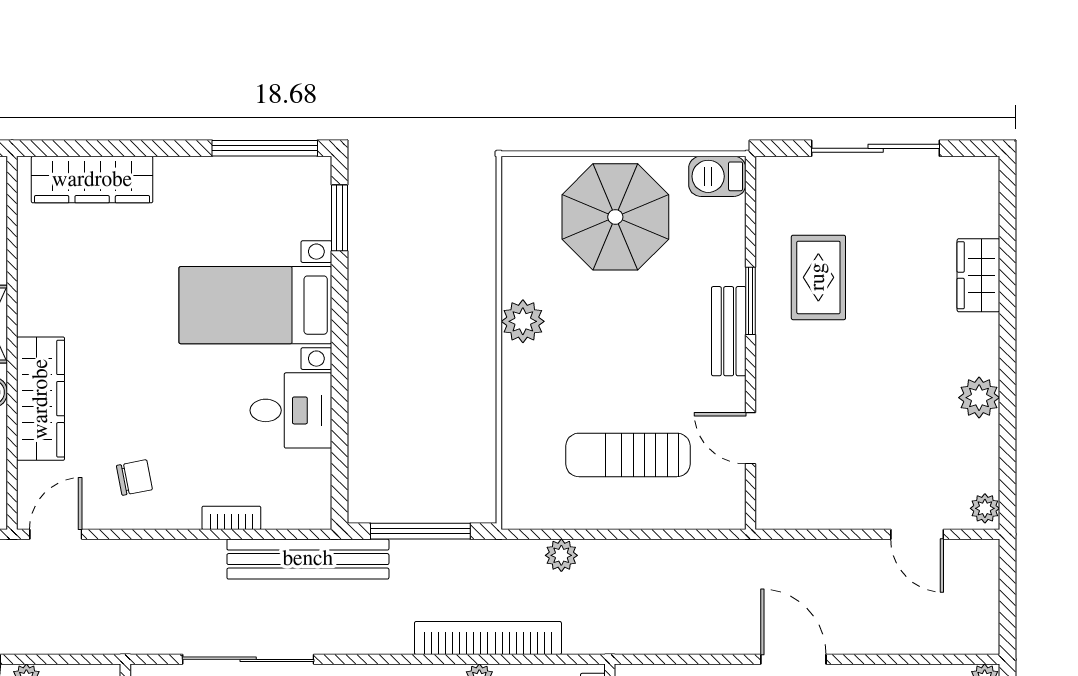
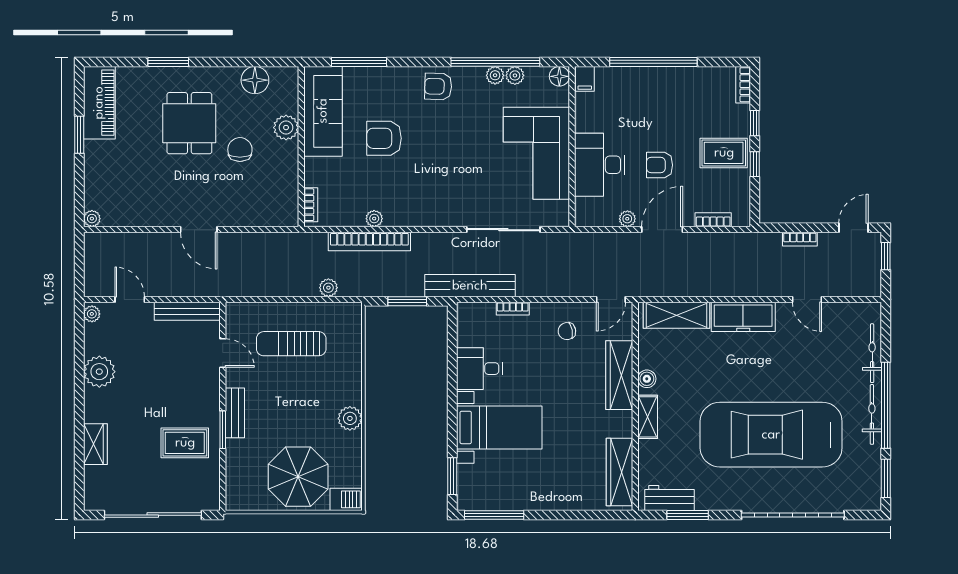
sliding door: (876, 148) -> (153, 515), width x1.36
barbecue: (717, 176) -> (346, 499), moved
wardrobe: (92, 180) -> (620, 472), moved, turned -90
rug: (818, 277) -> (185, 443), turned 90
plant: (979, 398) -> (99, 372), width x1.36, depth x1.36
sun lounger: (628, 455) -> (291, 344), turned 180
bench: (814, 513) -> (187, 311), added
window: (420, 531) -> (407, 301), width x0.69

